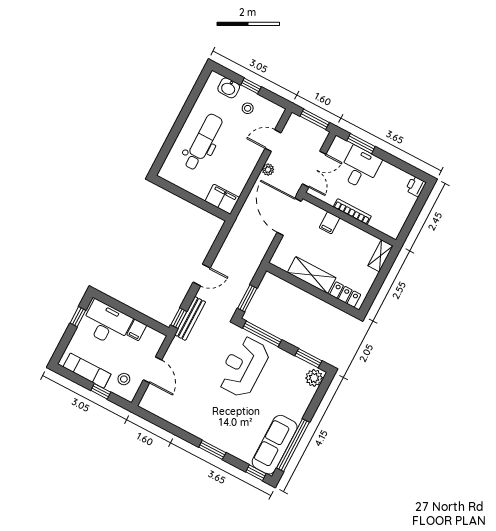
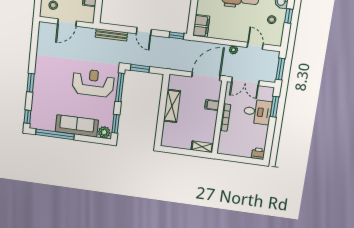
locker: (345, 295) -> (167, 133), removed
window: (179, 318) -> (176, 35), moved
sofa: (275, 445) -> (77, 126), moved

